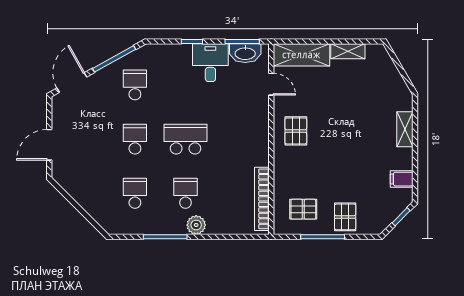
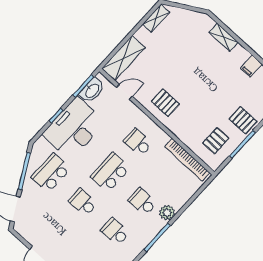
shelving: (348, 51) -> (156, 18), moved
desk: (210, 63) -> (74, 128), width x1.87, depth x1.30
school desk: (135, 85) -> (51, 173), width x1.85
school desk: (236, 139) -> (138, 142), added

